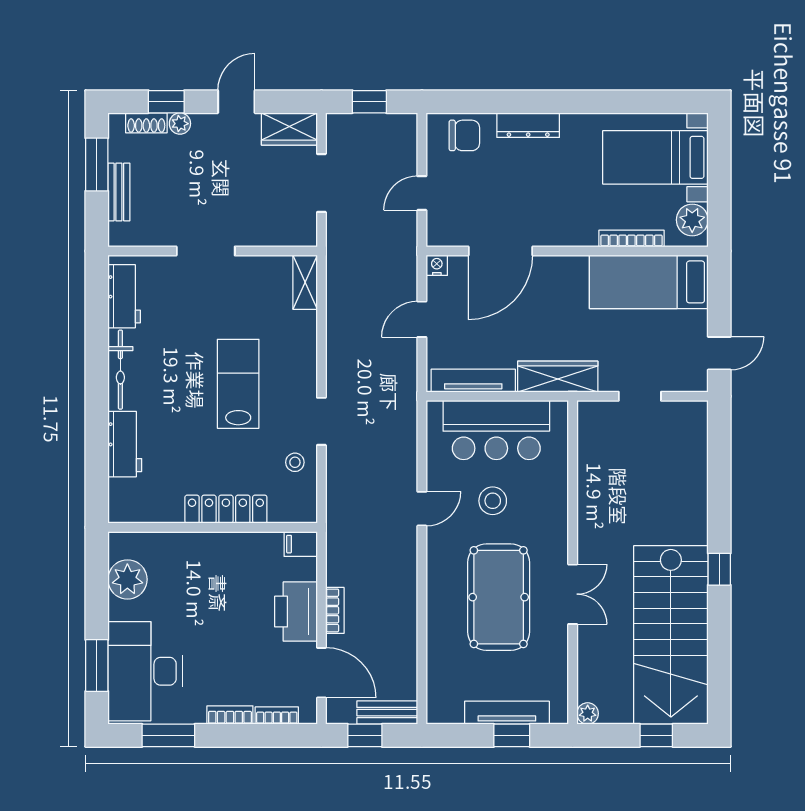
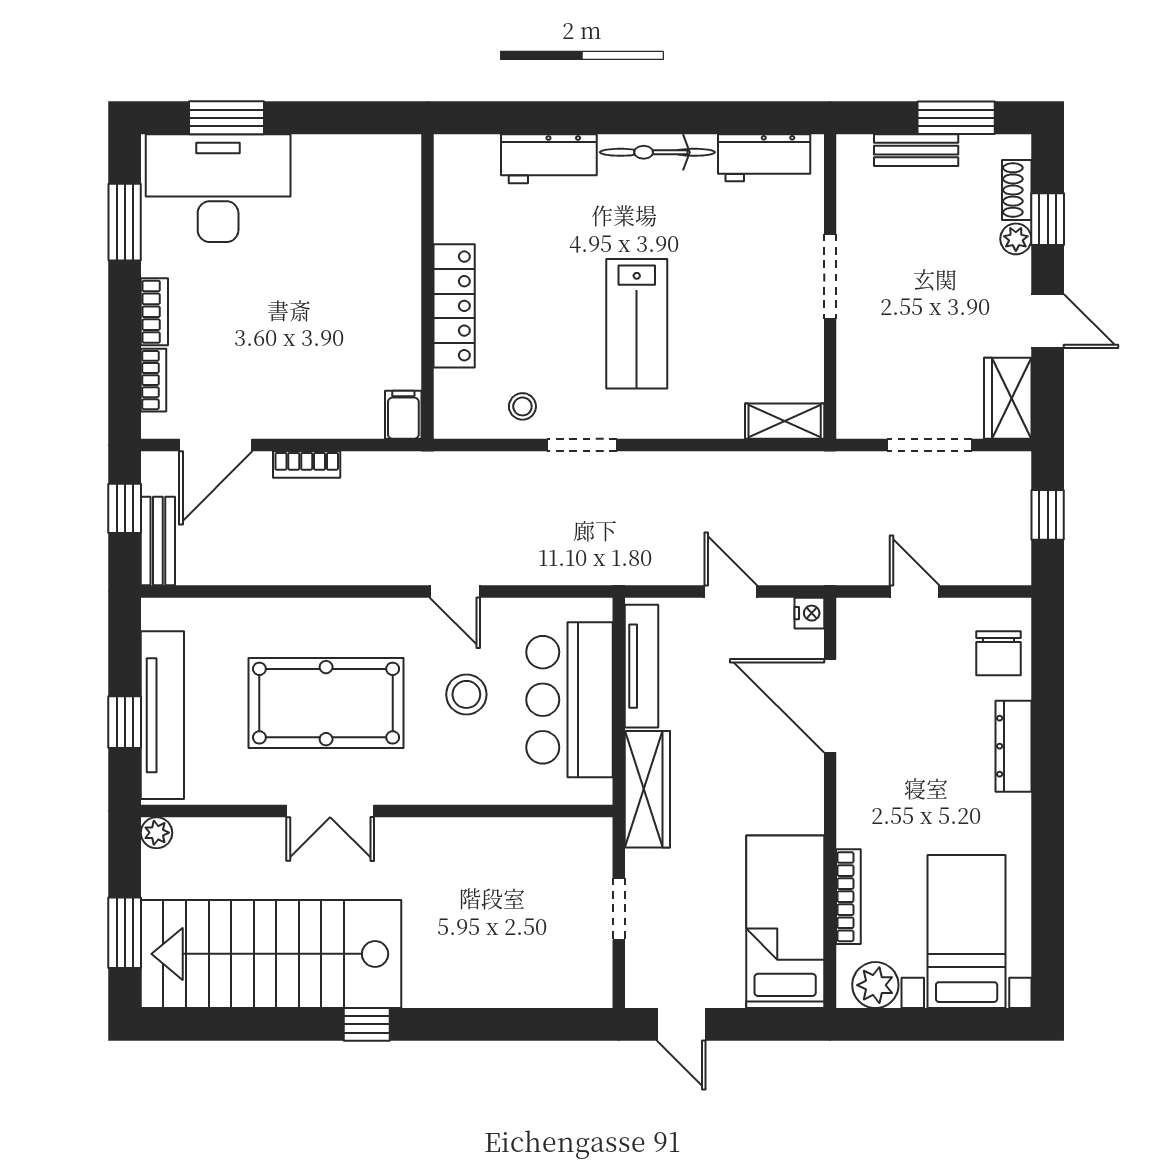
lab bench: (238, 384) -> (637, 324), turned 90
plant: (127, 579) -> (352, 163), removed
printer: (296, 612) -> (305, 408), removed
tv unit: (507, 713) -> (162, 715), width x1.36, depth x1.29
window: (656, 735) -> (125, 933), width x1.50

